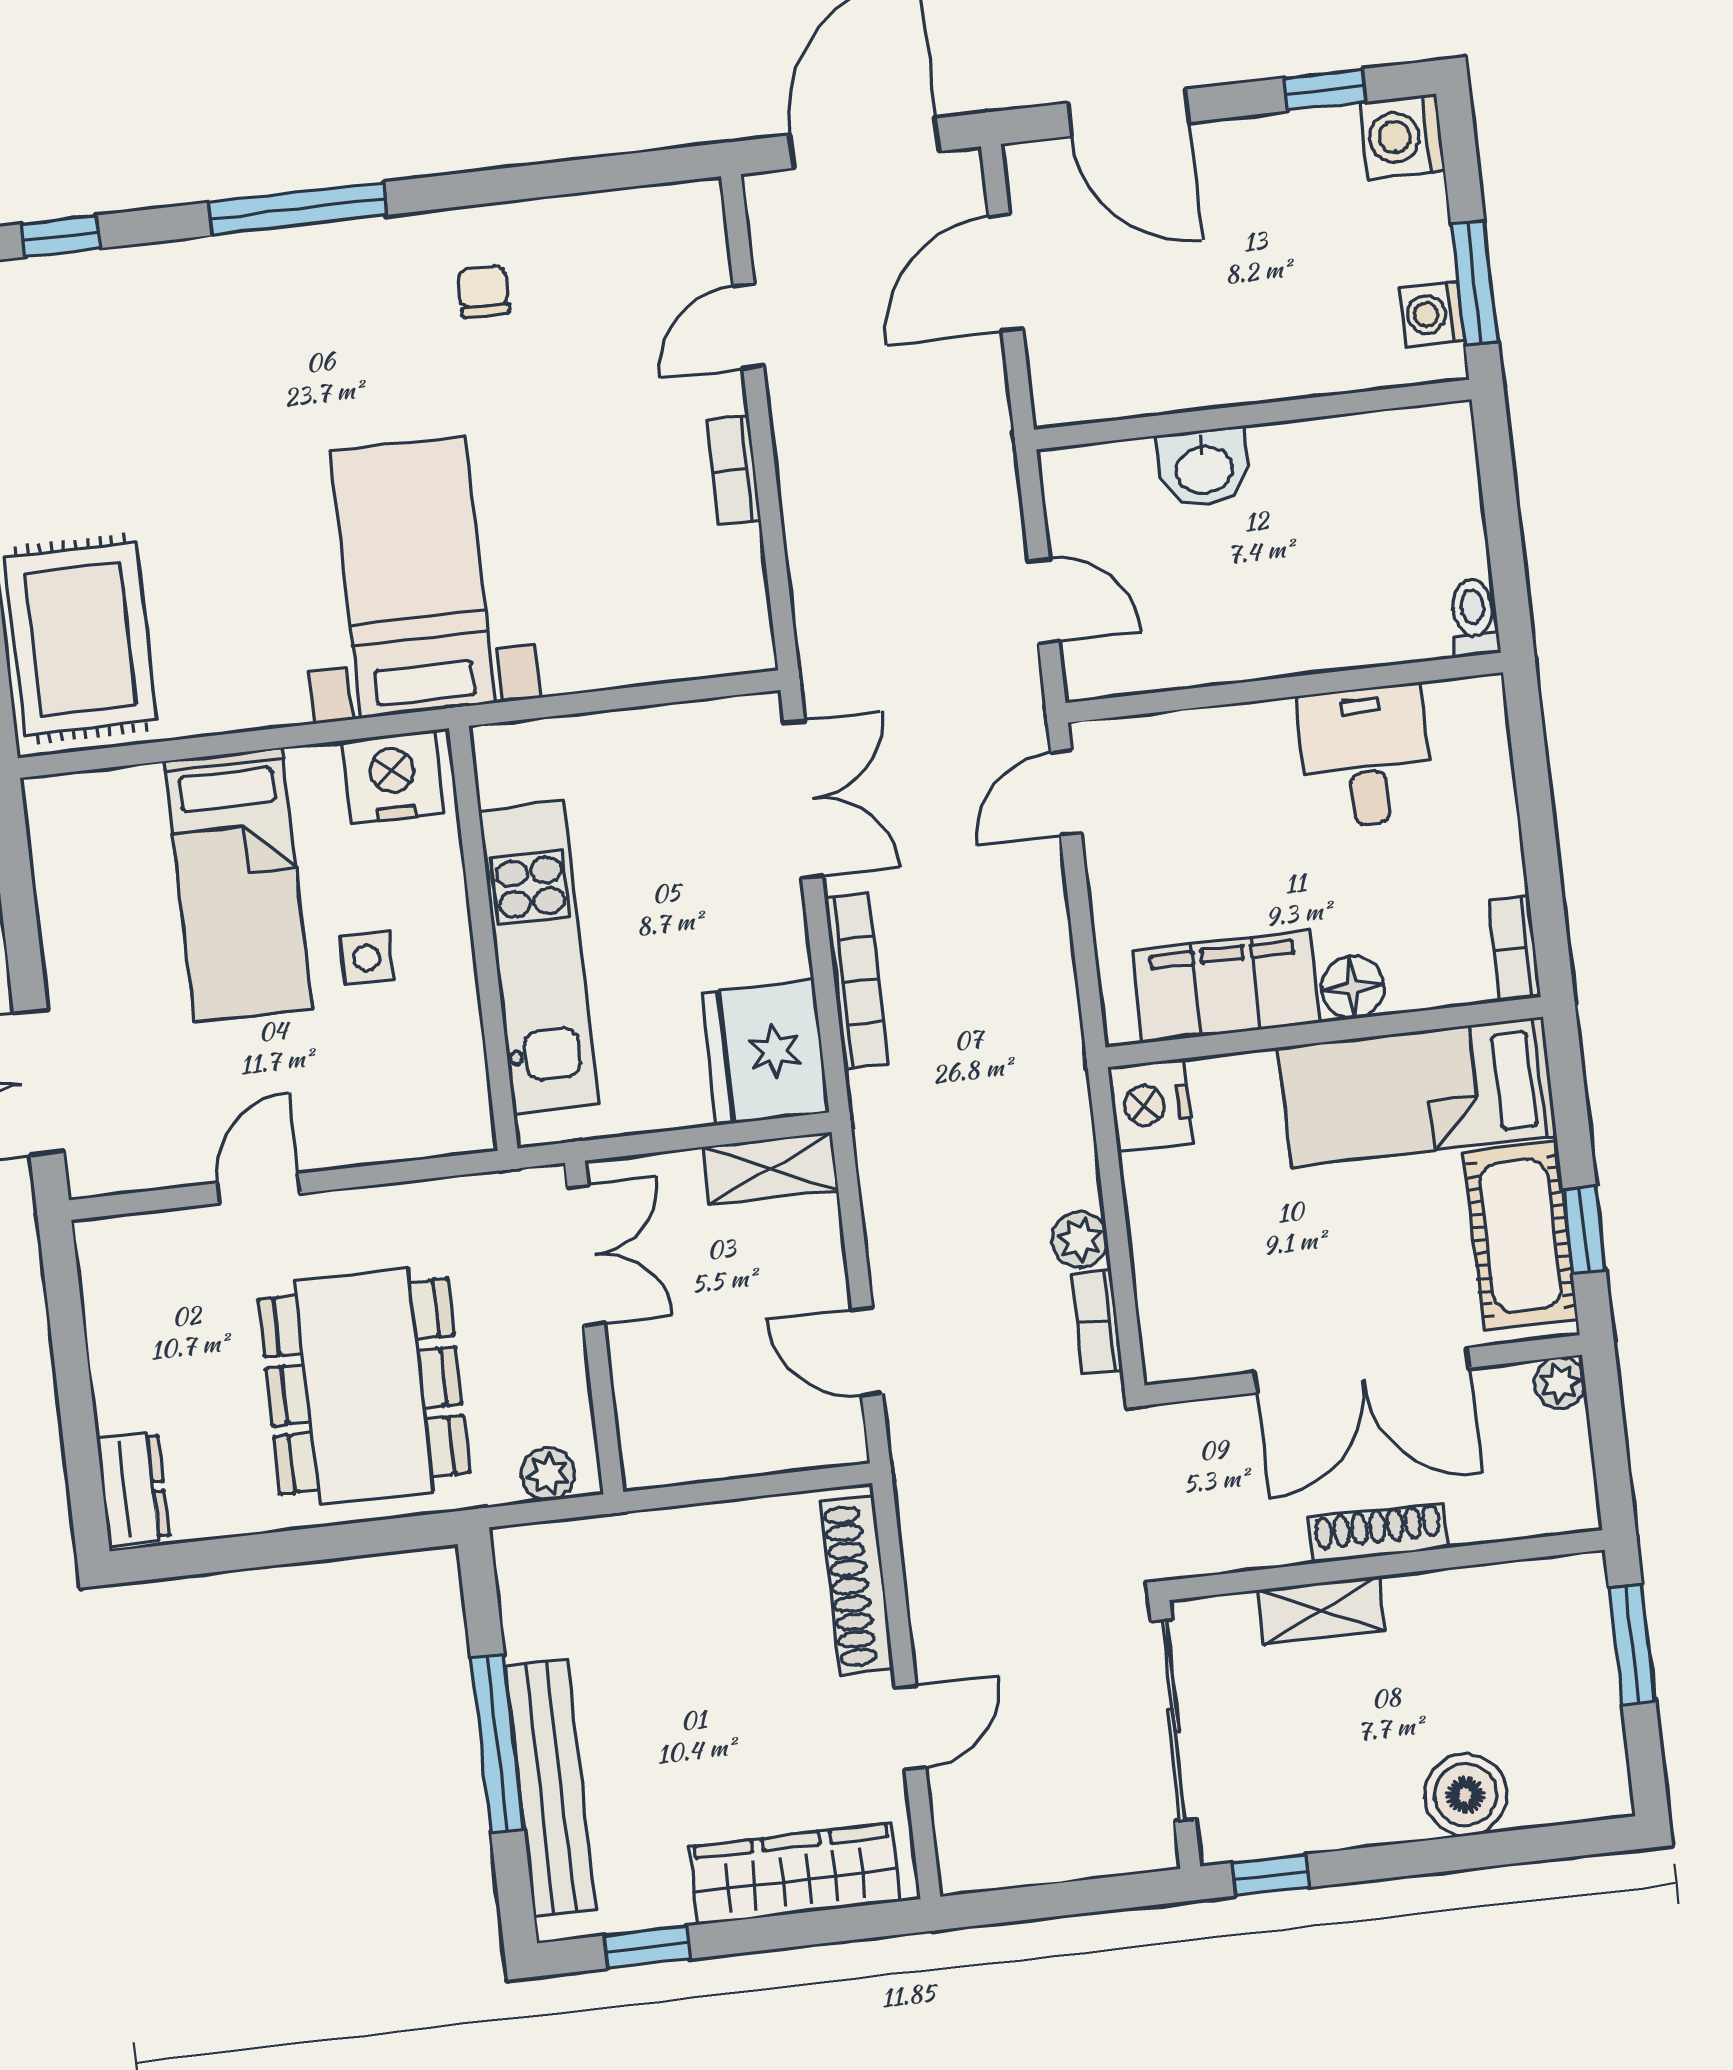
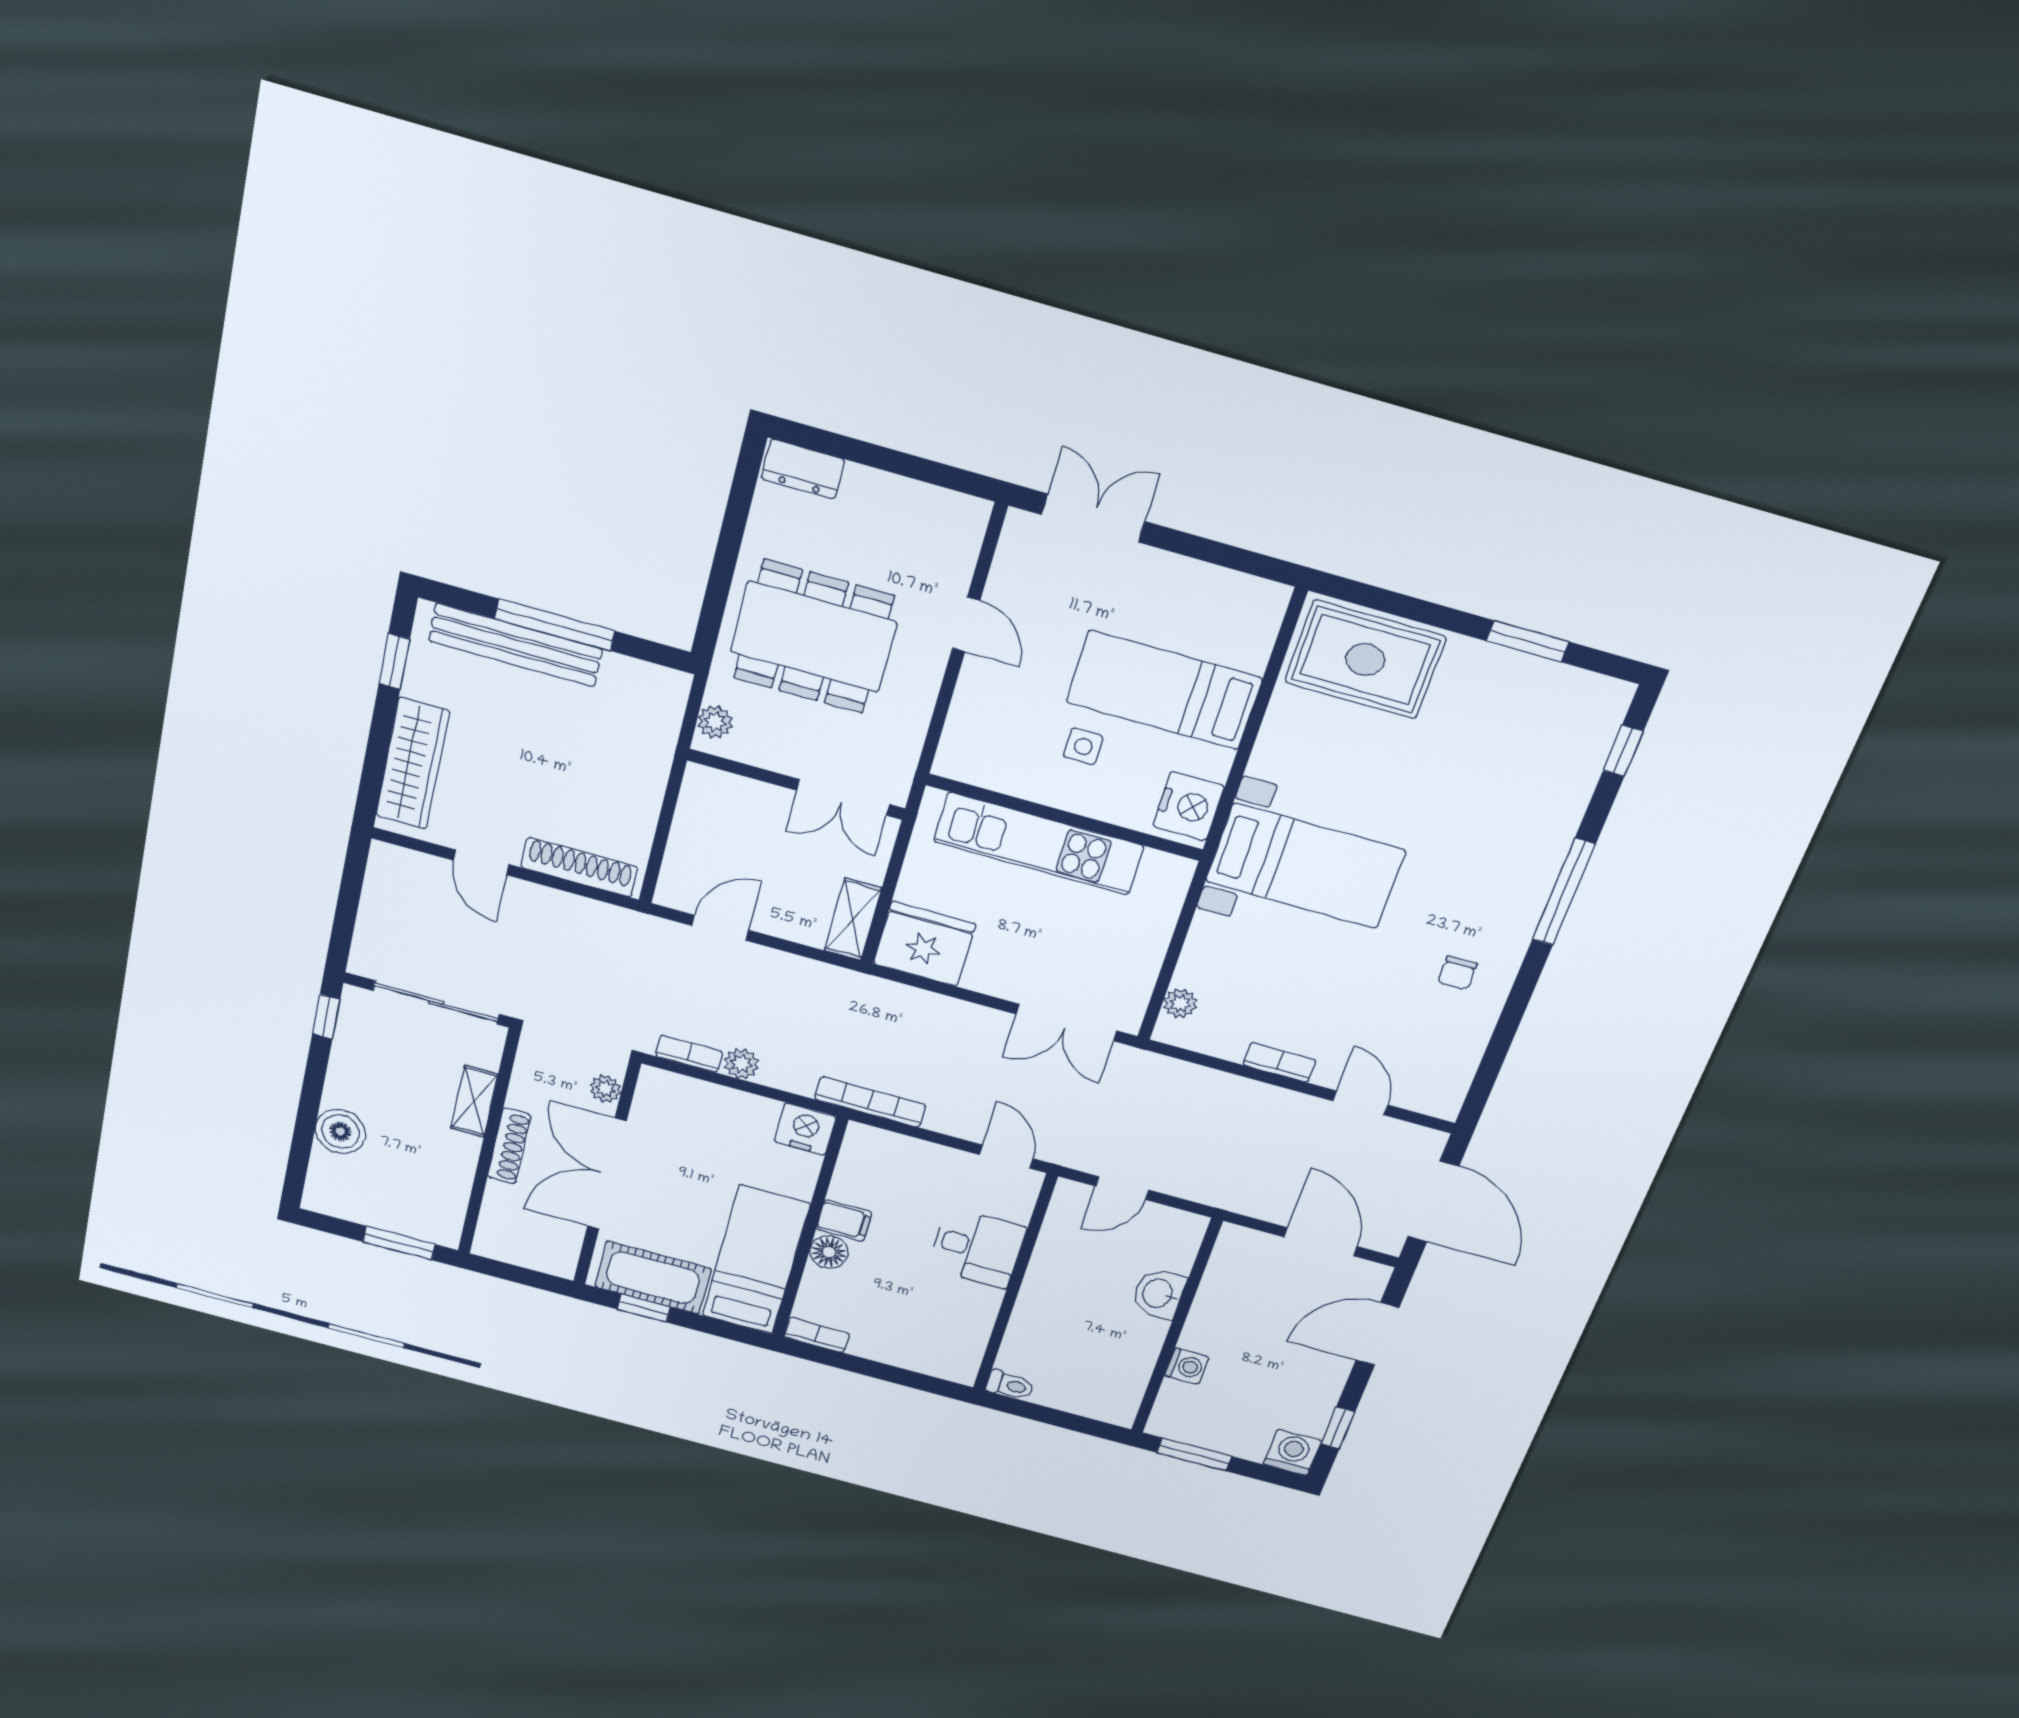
chair: (483, 291) -> (1457, 973), turned 90
washing machine: (1432, 314) -> (1187, 1366), moved, turned 90
plant: (701, 653) -> (1180, 1003), added
desk: (1365, 756) -> (977, 1248), moved
bookcase: (856, 981) -> (870, 1102), moved, turned 180
filing cabinet: (1226, 987) -> (844, 1221), width x0.33, depth x0.86
plant: (1560, 1383) -> (605, 1089), moved

